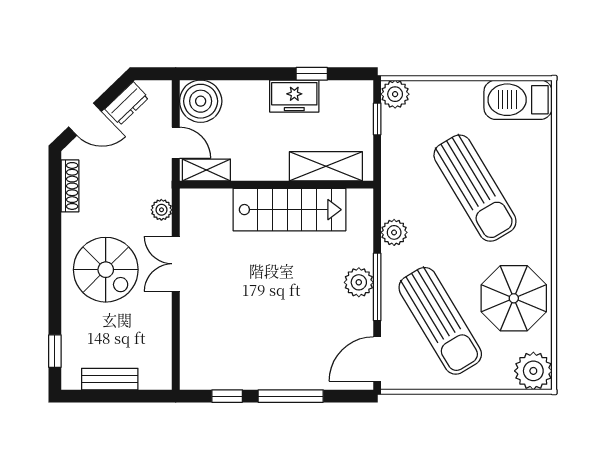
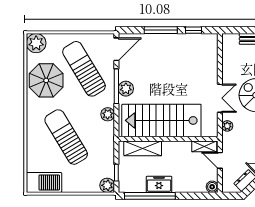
window: (312, 74) -> (150, 196), width x3.17
boiler: (201, 101) -> (212, 187), width x0.54, depth x0.54
stairs: (289, 210) -> (161, 120), width x1.36, depth x1.51

